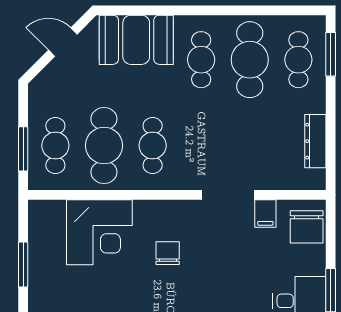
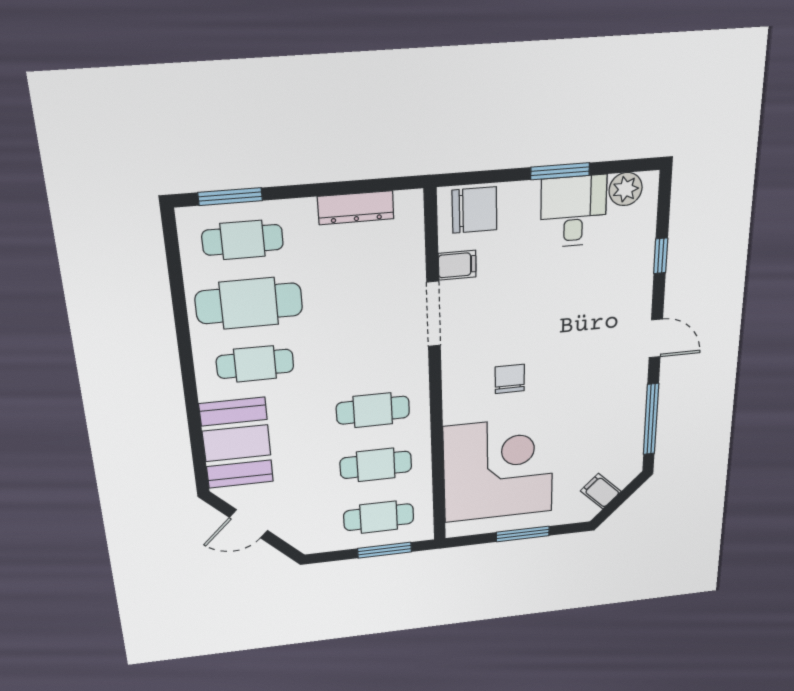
door: (63, 42) -> (249, 524), hinge flipped
cafe table: (104, 145) -> (376, 465), width x0.73, depth x0.74
corner desk: (99, 232) -> (498, 469), width x1.36, depth x1.36
chair: (168, 253) -> (510, 379), turned 90

